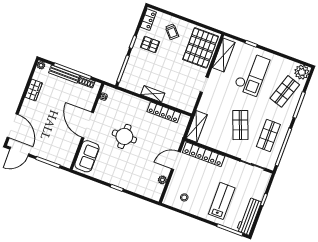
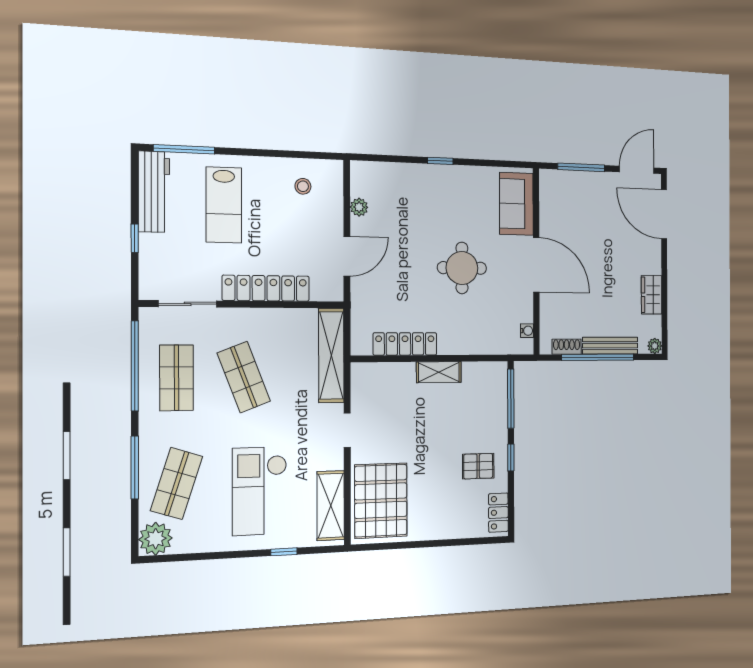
trolley: (172, 32) -> (446, 508), removed
shelving: (197, 126) -> (331, 355), width x1.47
locker: (204, 154) -> (266, 288), moved

